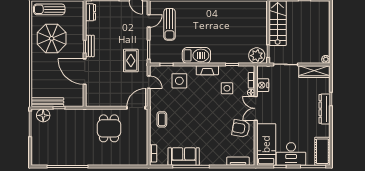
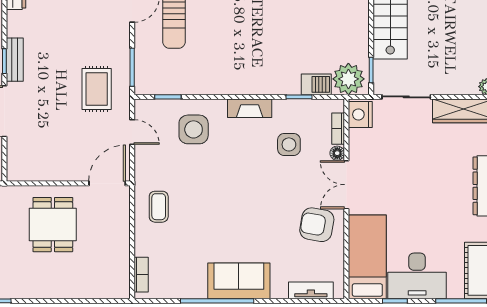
barbecue: (196, 55) -> (316, 84), moved, width x0.53, depth x0.65
nightstand: (263, 85) -> (360, 114), moved
sofa: (184, 156) -> (239, 281), moved

